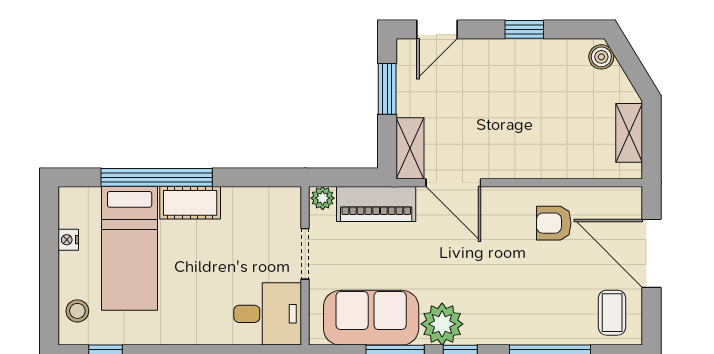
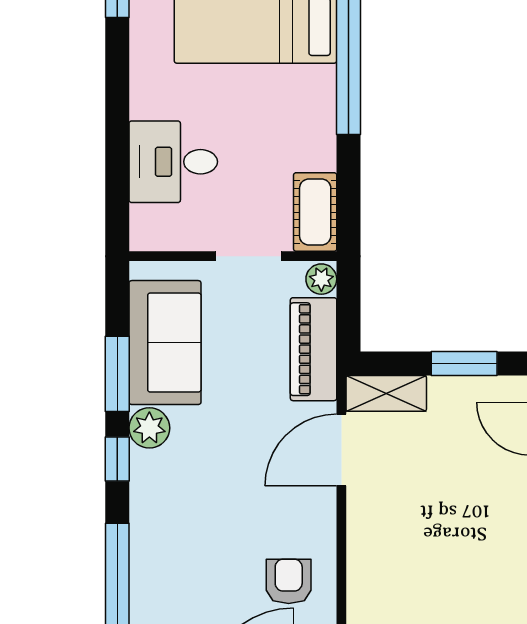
cot: (190, 203) -> (315, 212), moved
desk: (268, 314) -> (173, 162), moved, turned 90
plant: (442, 324) -> (149, 428), width x0.73, depth x0.73

